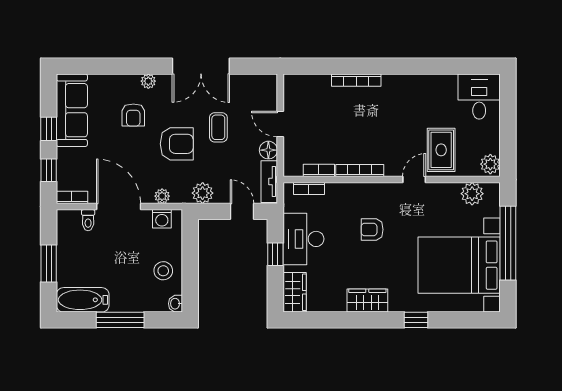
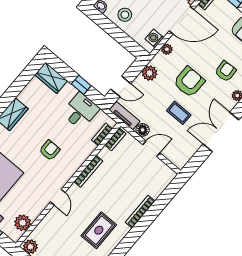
armchair: (133, 115) -> (226, 71), turned 86
armchair: (177, 144) -> (189, 82), turned 180
rug: (441, 150) -> (99, 230), moved, turned 90
bookcase: (319, 170) -> (115, 139), moved
desk: (303, 239) -> (81, 111), width x0.73

